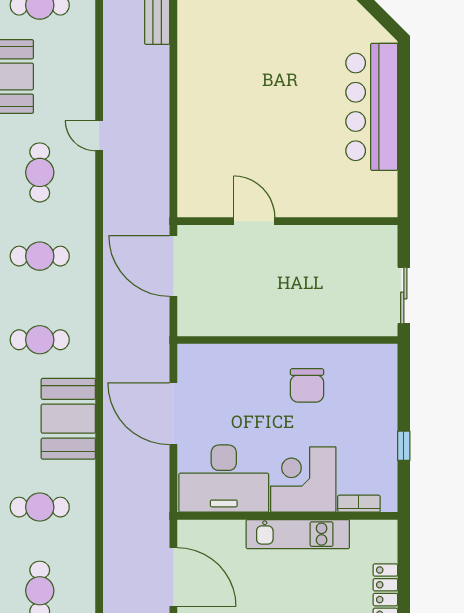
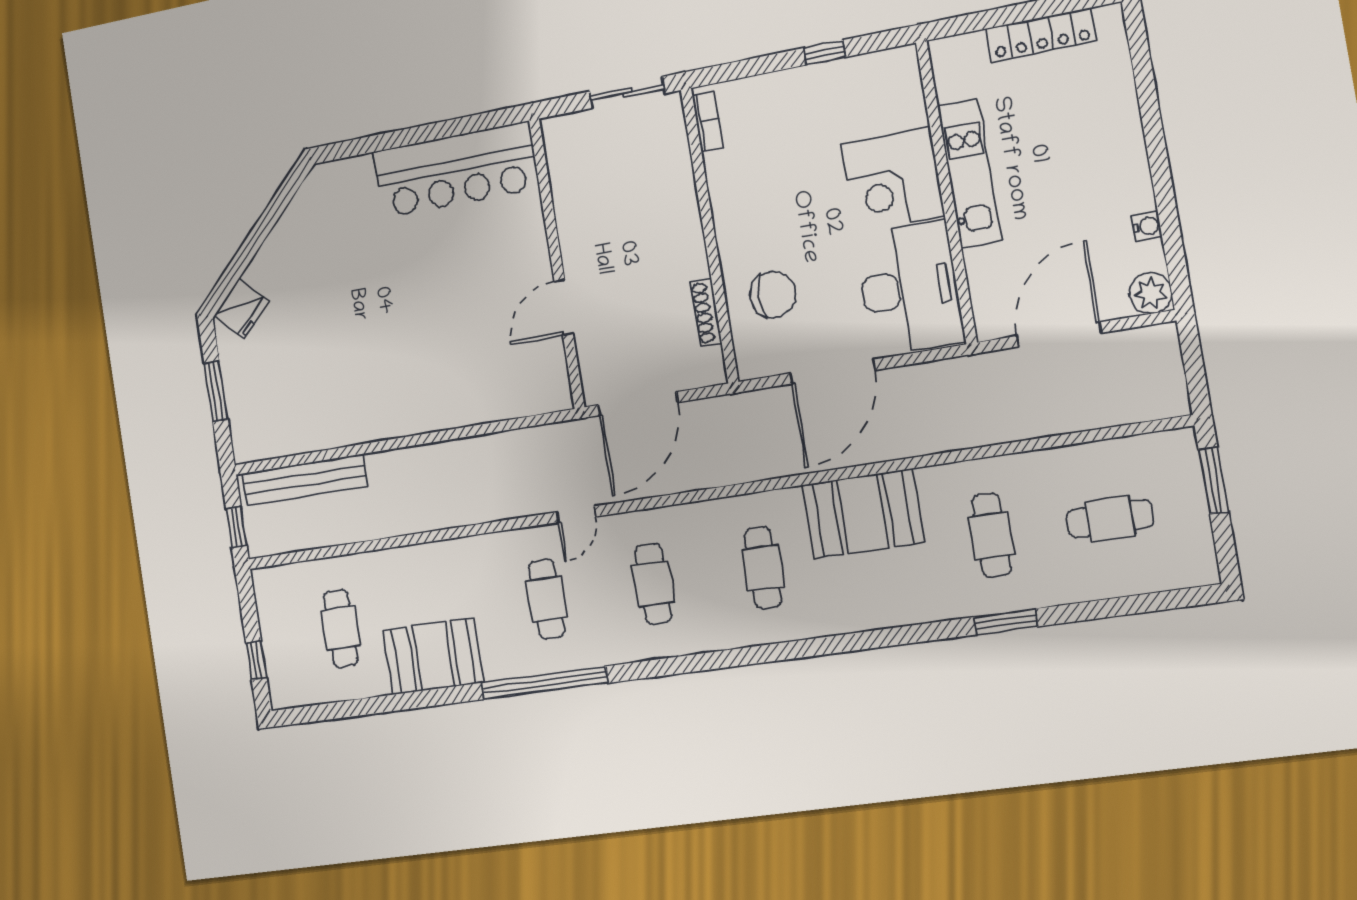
bar counter: (372, 107) -> (456, 170), moved
door: (99, 136) -> (576, 514), moved
cafe table: (40, 172) -> (546, 599), turned 90
shoe rack: (232, 328) -> (706, 312), added
chair: (307, 385) -> (773, 295), moved
bookcase: (359, 504) -> (708, 121), moved, turned 180

